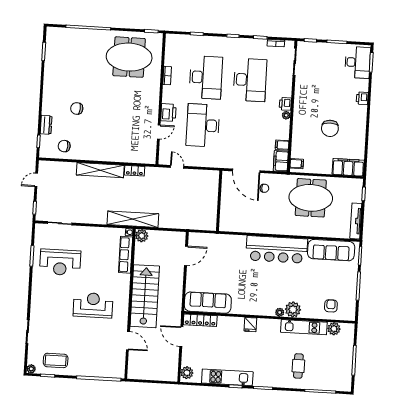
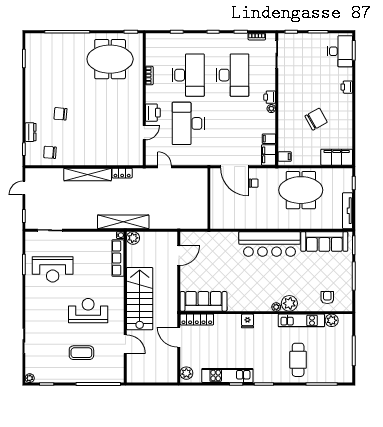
chair: (330, 128) -> (316, 119), turned -119
coffee table: (56, 360) -> (81, 353), moved
cafe table: (298, 366) -> (298, 360), width x1.37, depth x1.35

